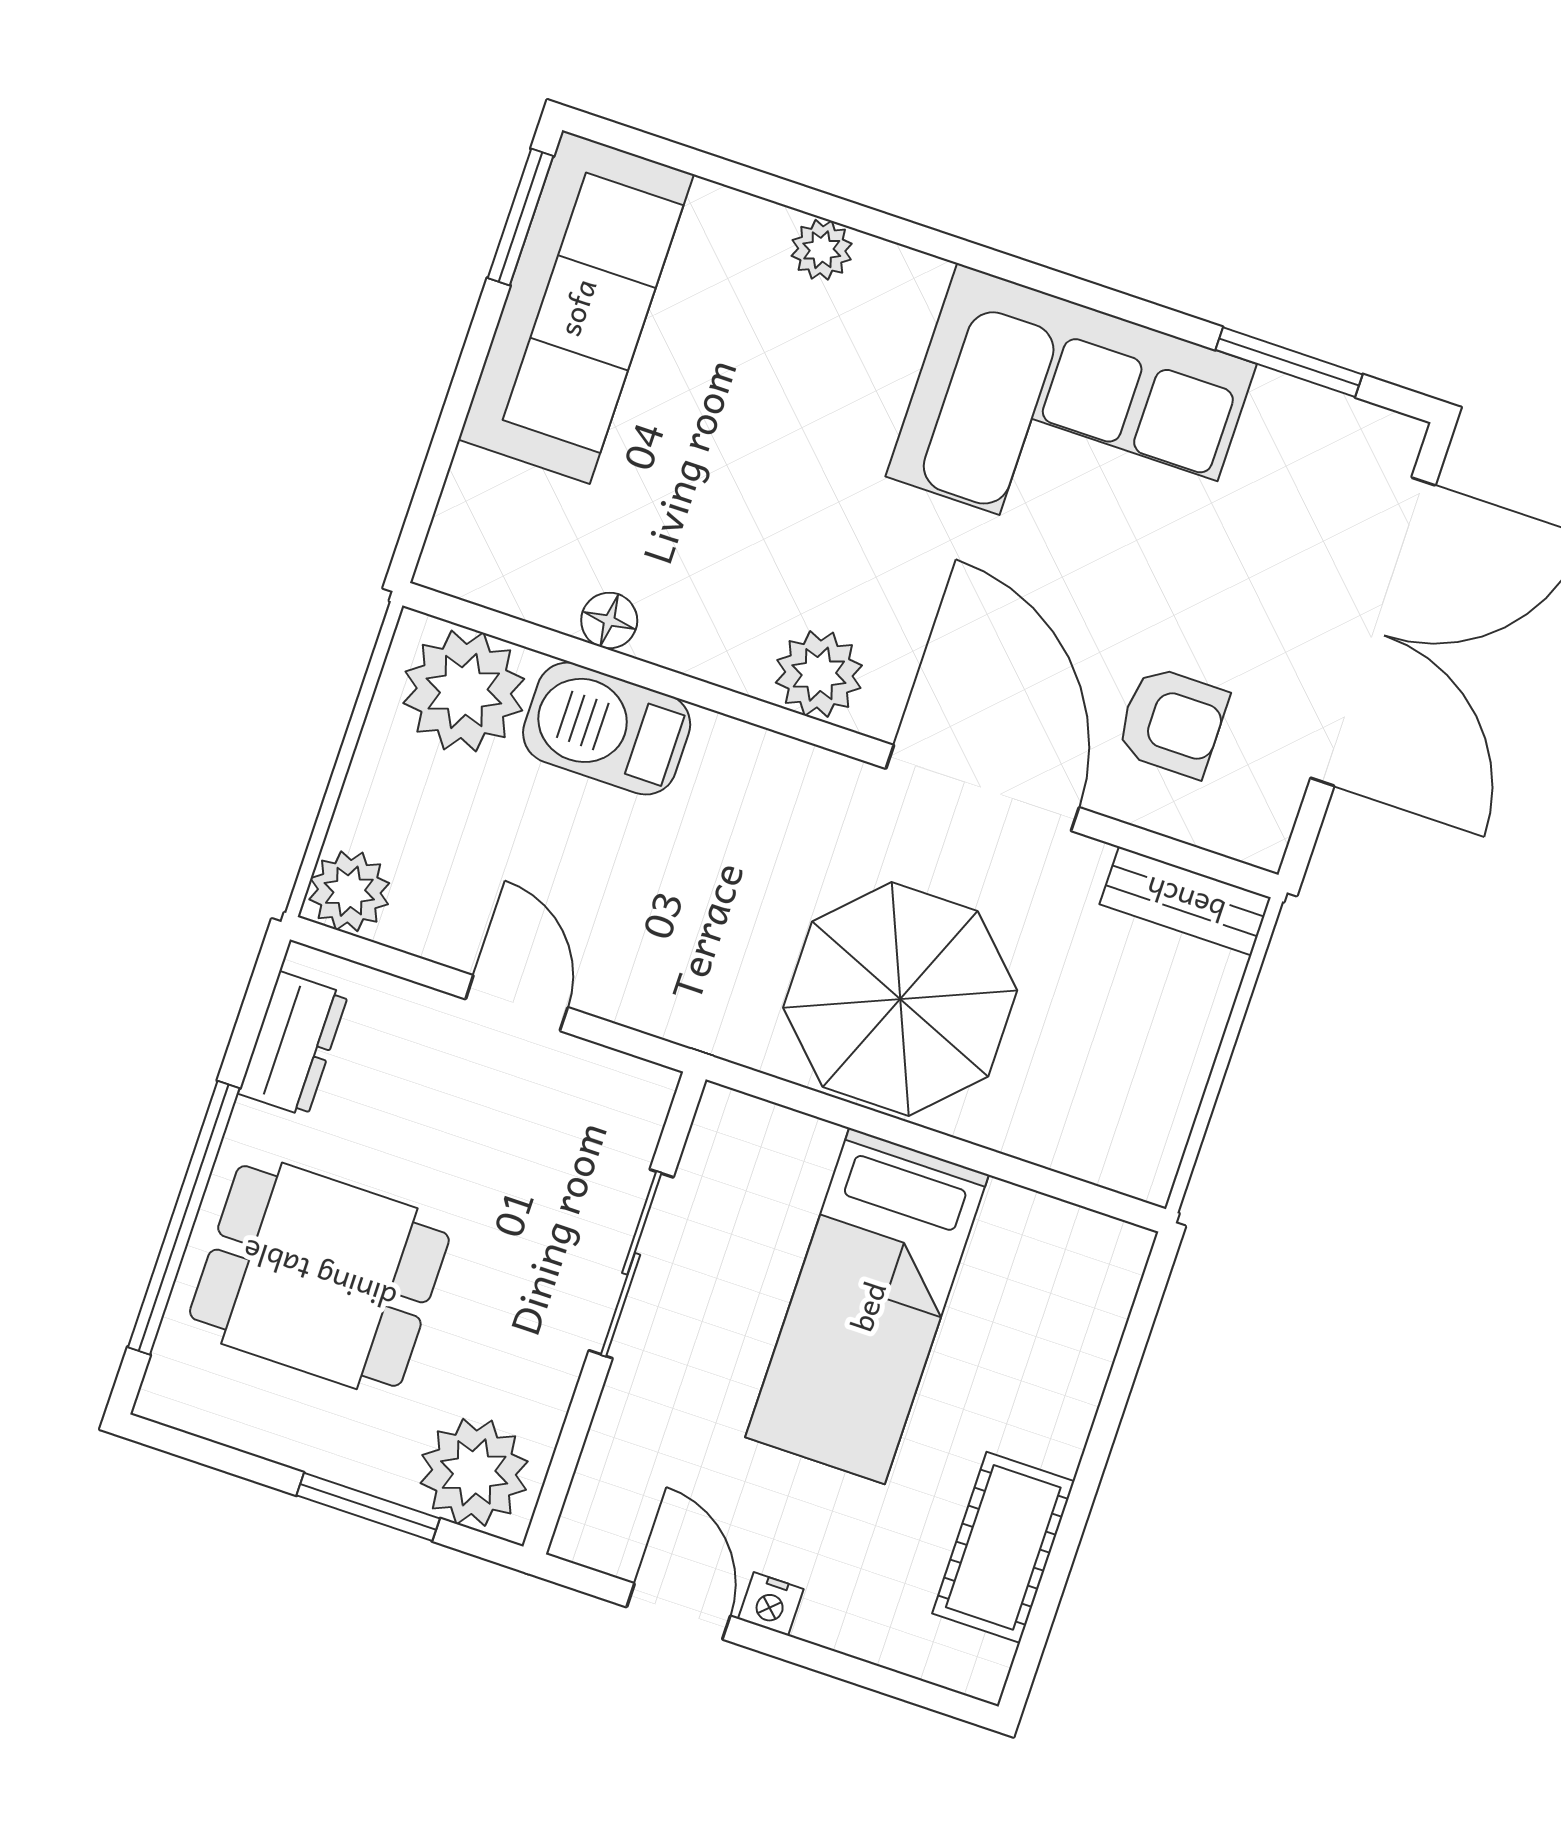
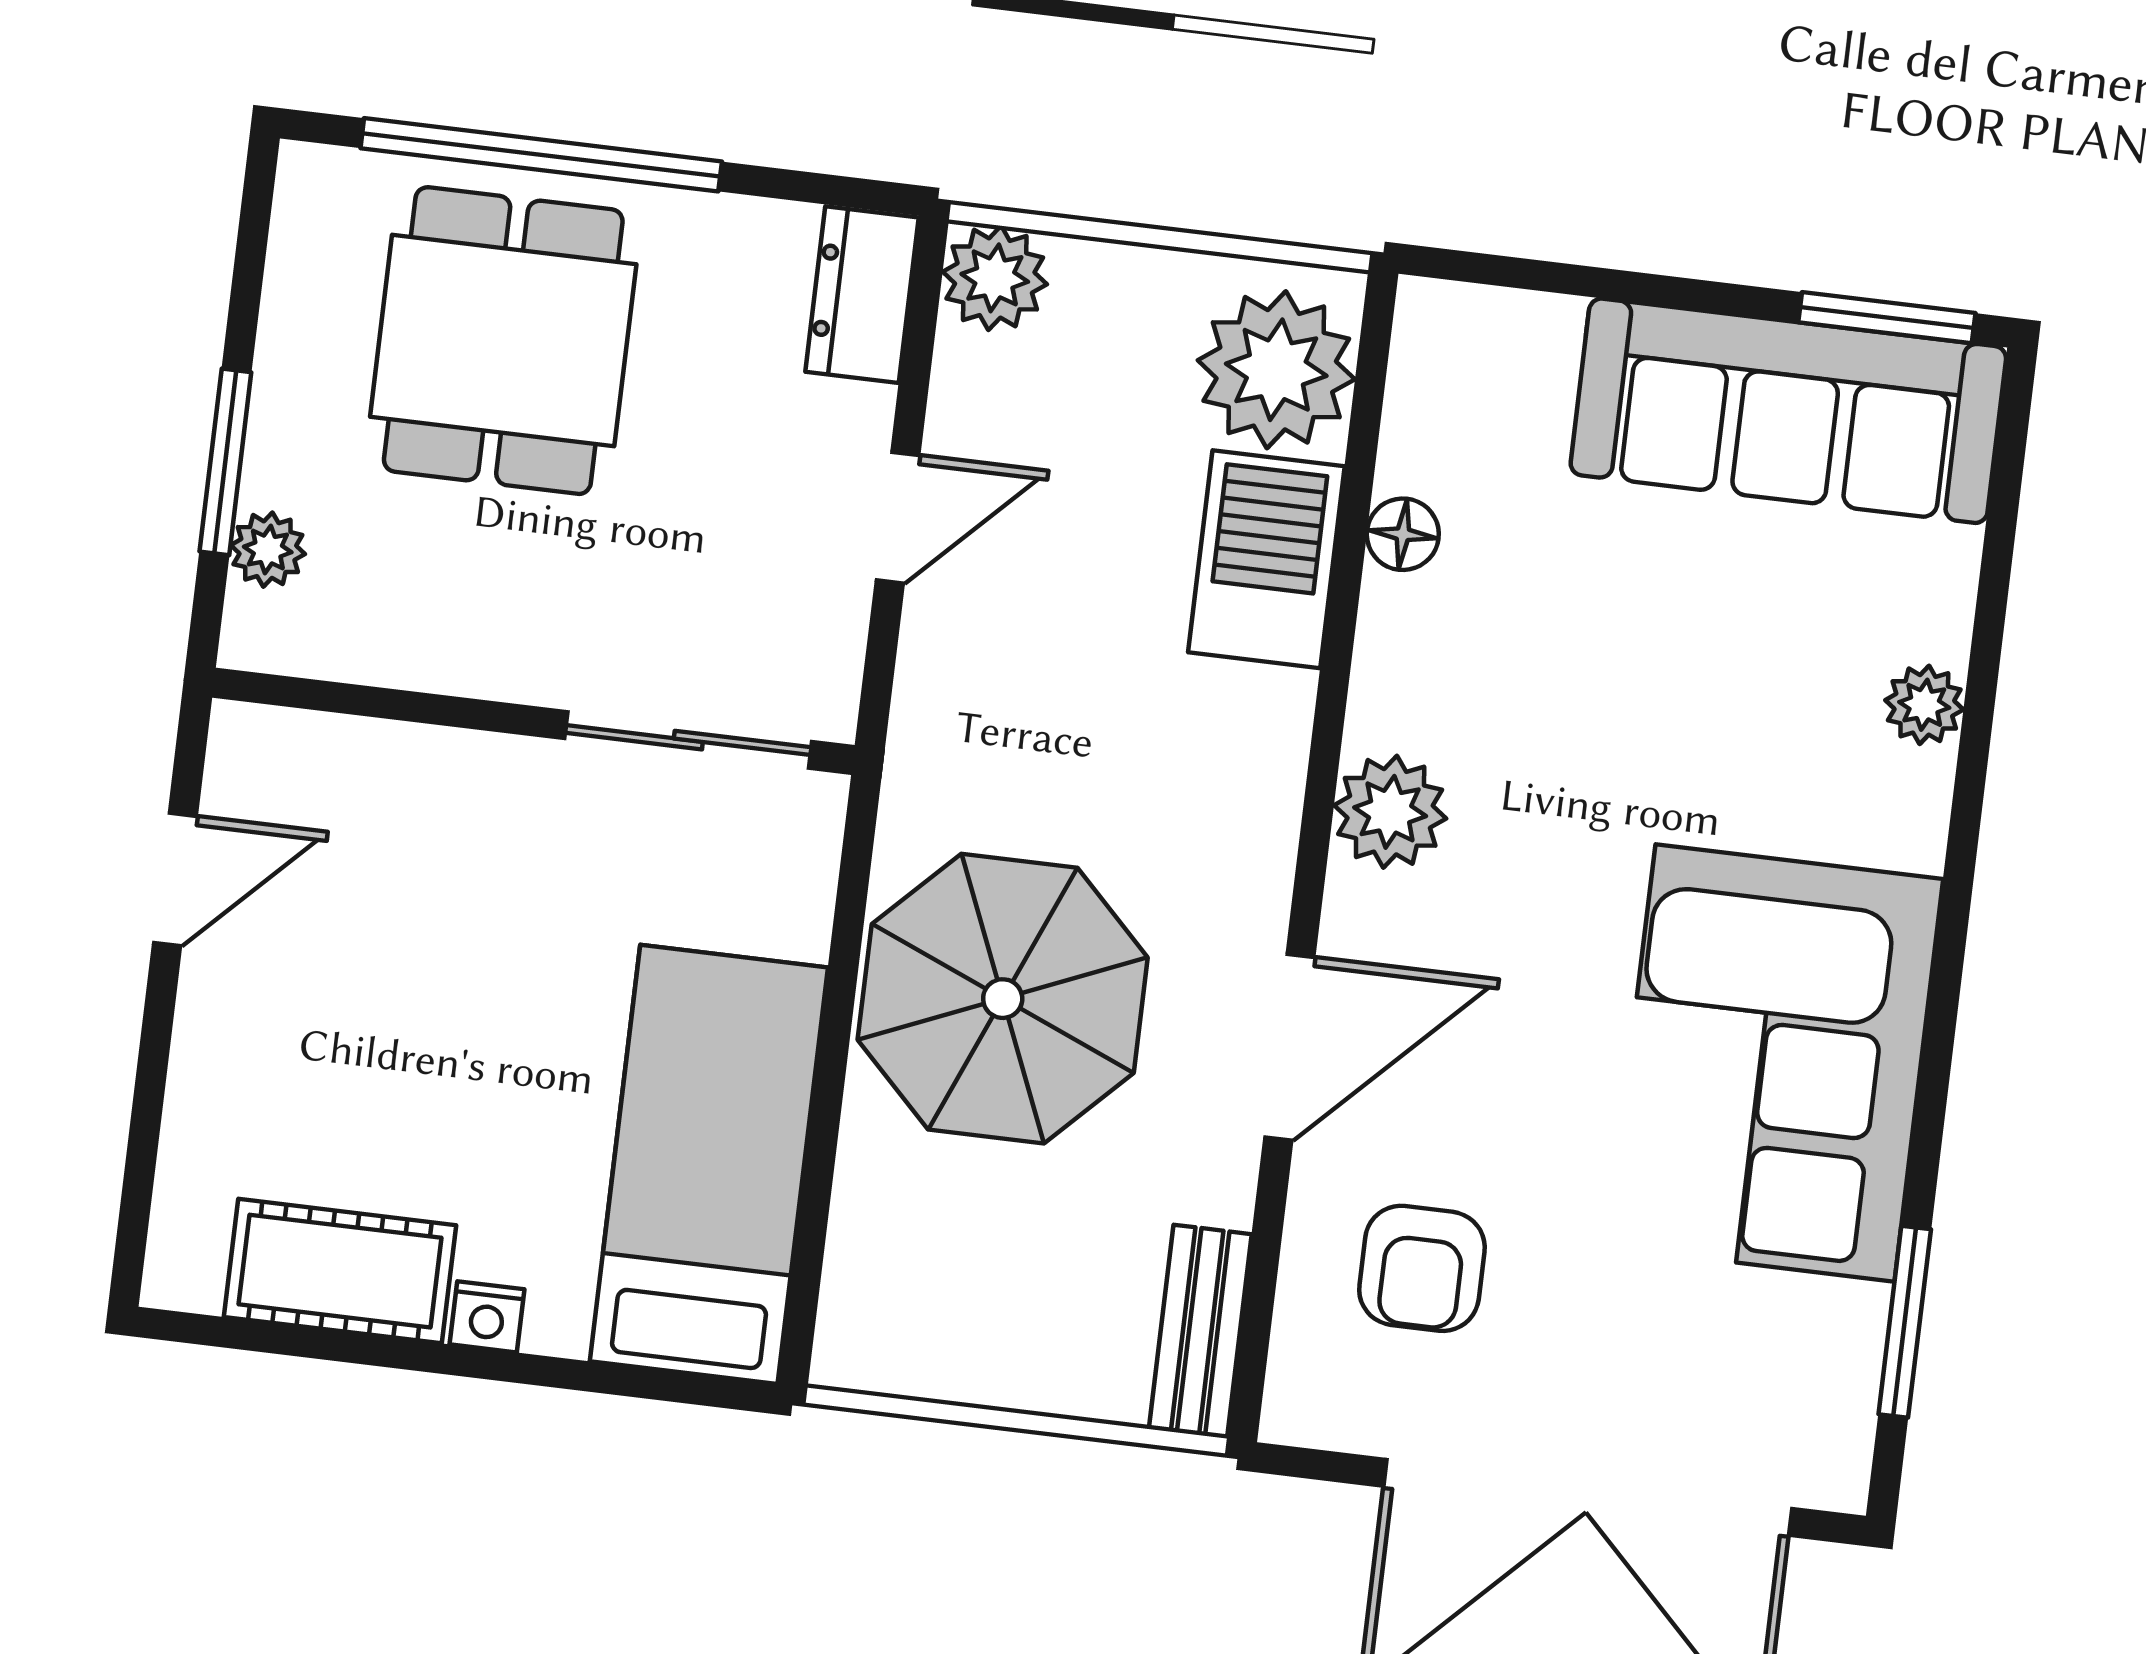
door: (982, 788) -> (1289, 1047), width x0.73
dresser: (293, 1044) -> (862, 295), moved, turned 90
sliding door: (631, 1264) -> (688, 740), moved
bed: (867, 1306) -> (709, 1164), moved, turned 90
plant: (474, 1472) -> (268, 550), width x0.53, depth x0.53
nightstand: (771, 1604) -> (487, 1317), moved, turned -90

